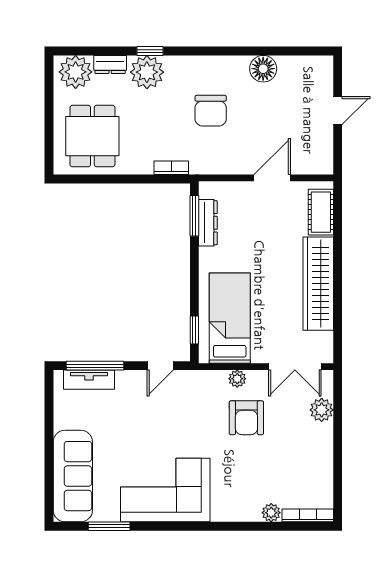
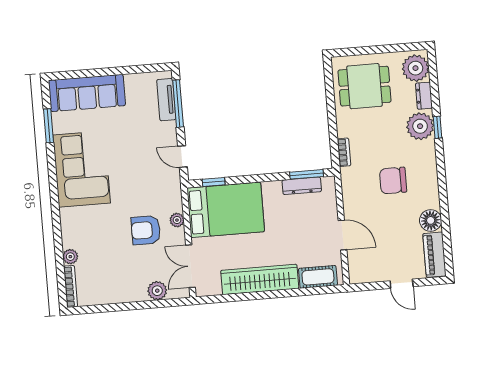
piano: (305, 67) -> (434, 255), added
bed: (230, 318) -> (226, 210), width x1.50

